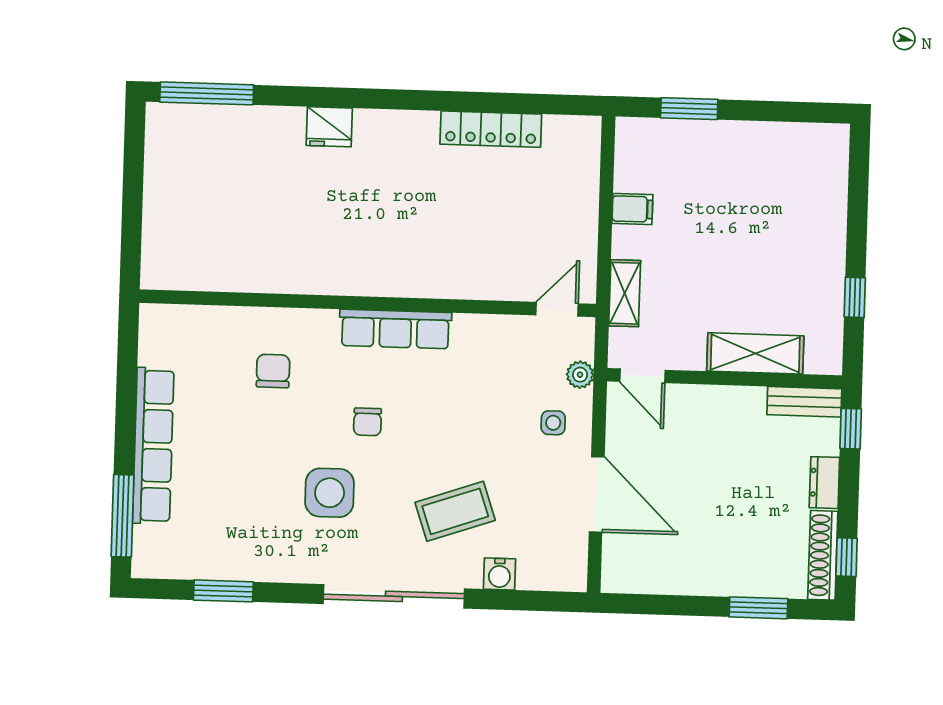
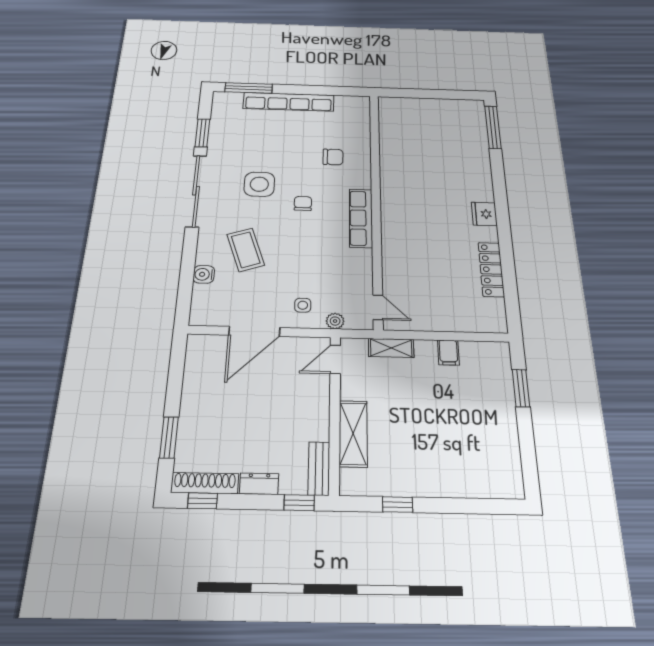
fridge: (329, 127) -> (484, 214), moved
chair: (367, 422) -> (303, 203), turned 90
sliding door: (394, 596) -> (196, 191), moved

